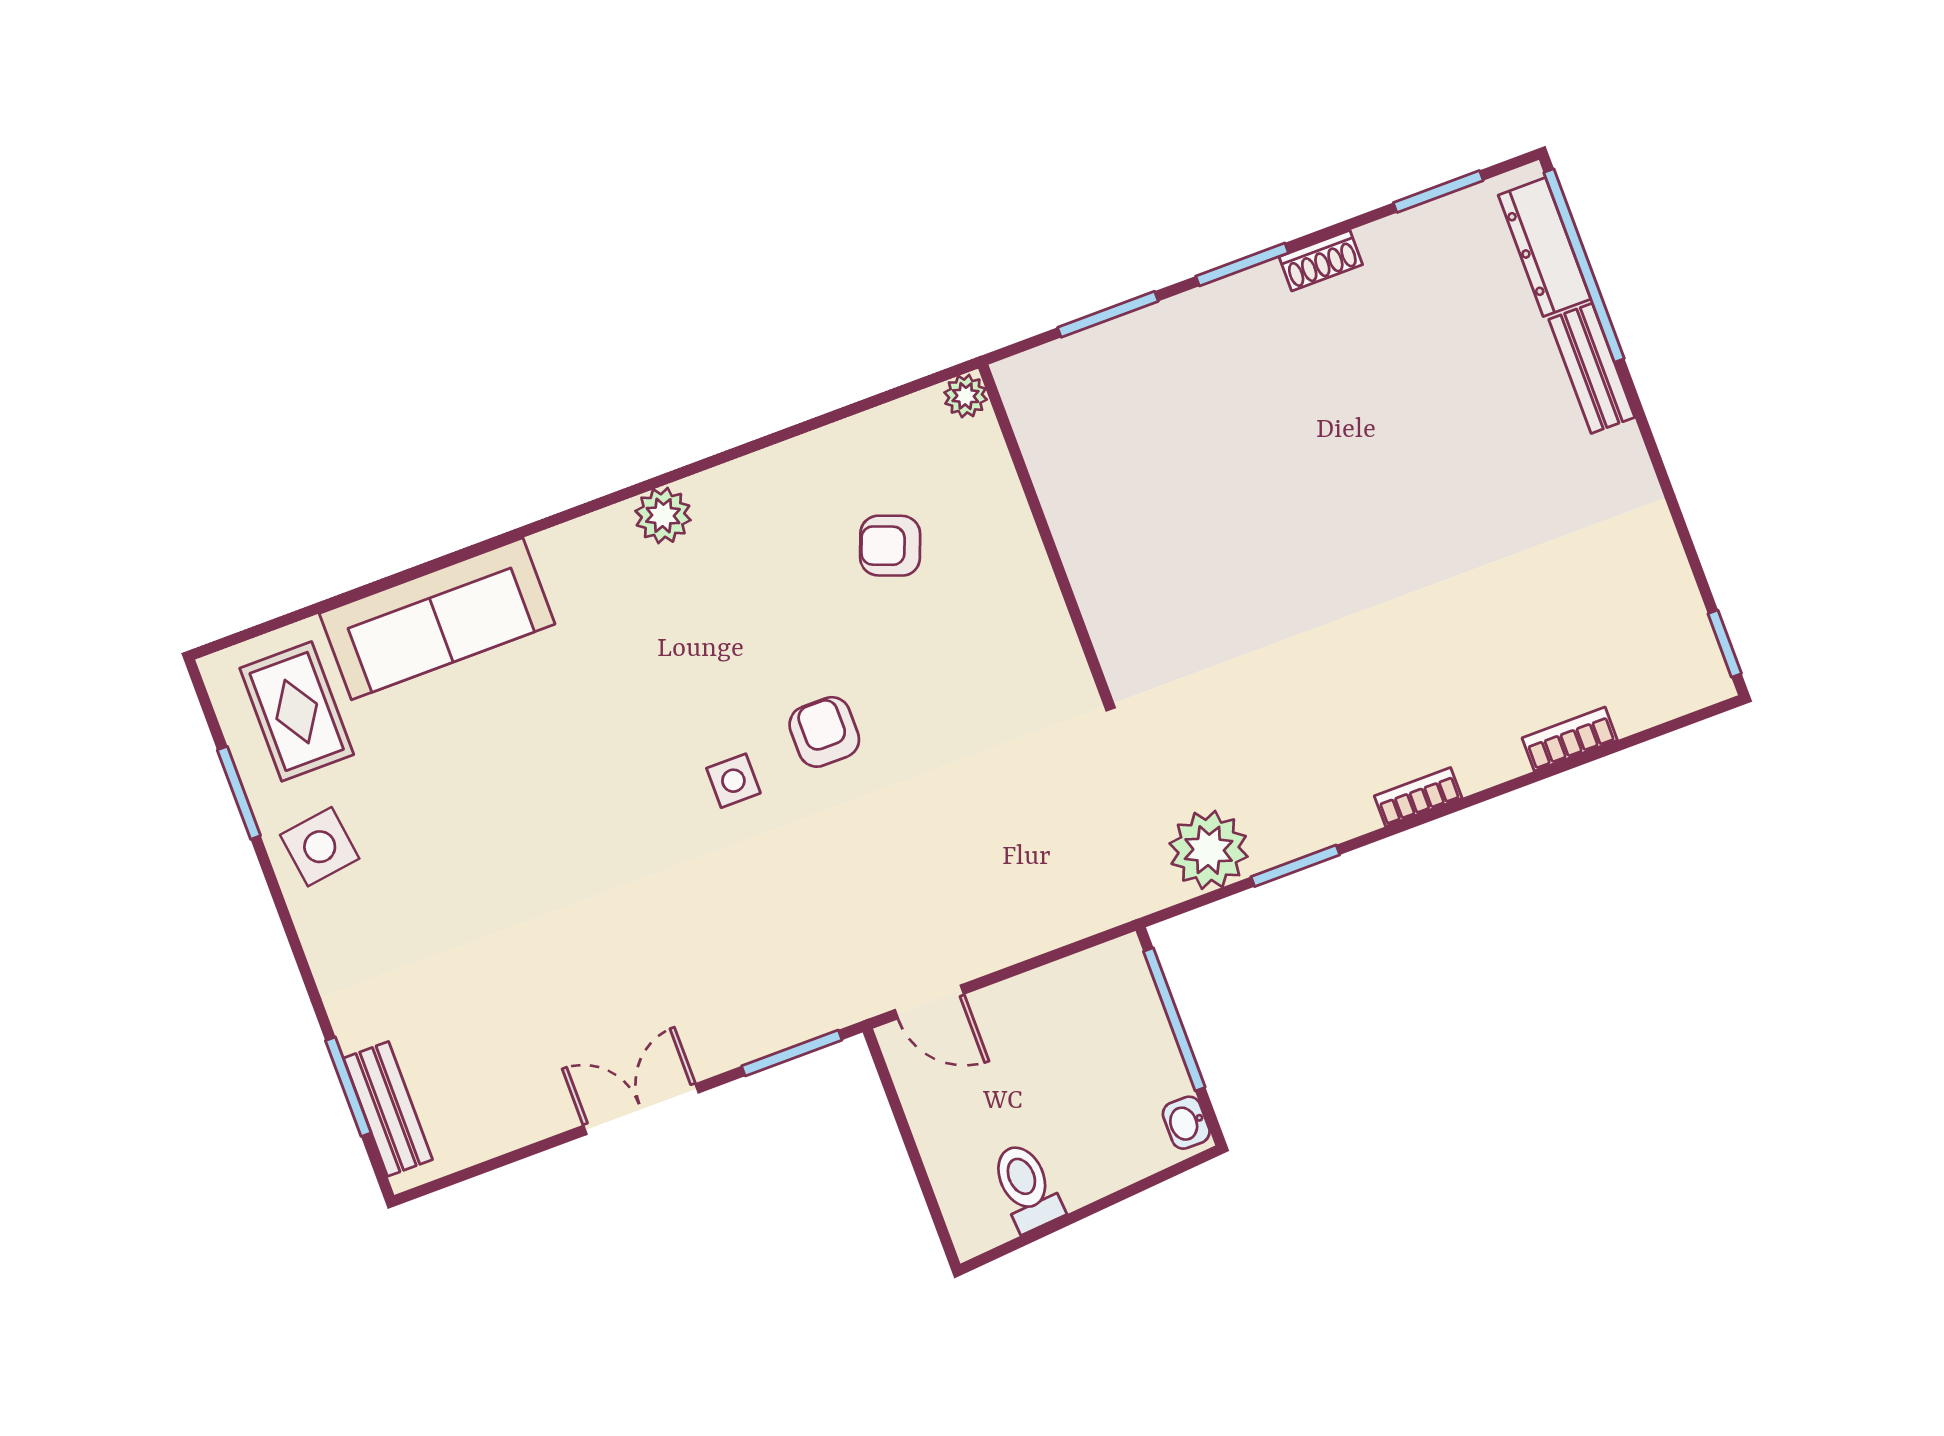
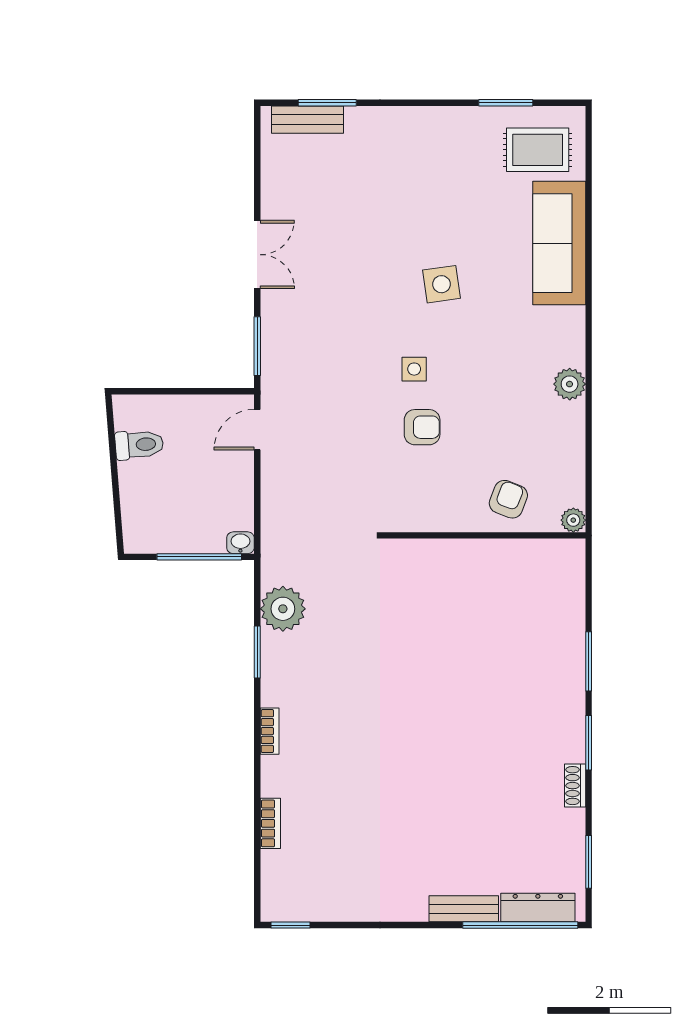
plant: (966, 396) -> (573, 520), moved
wall: (1045, 533) -> (484, 535), moved
side table: (320, 847) -> (441, 284), moved
washbasin: (1186, 1123) -> (240, 543), moved

